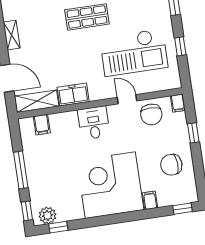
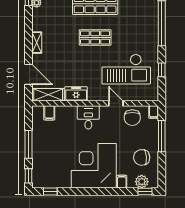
window: (193, 133) -> (162, 136), width x2.17
plant: (48, 215) -> (142, 182), moved

